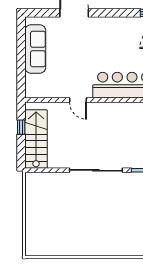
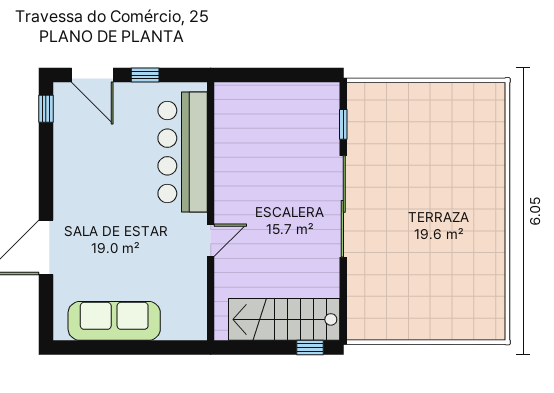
window: (21, 127) -> (310, 348), moved

